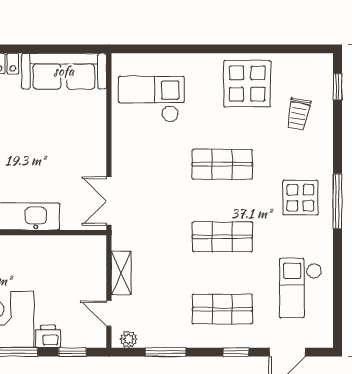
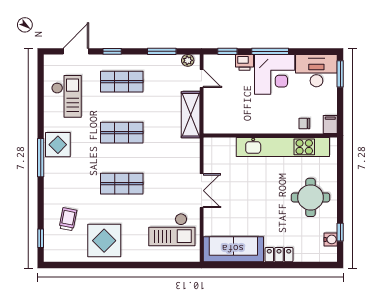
display table: (300, 198) -> (58, 145), moved
double door: (109, 201) -> (202, 191), moved
shelving: (121, 273) -> (191, 115), width x1.50, depth x1.33

